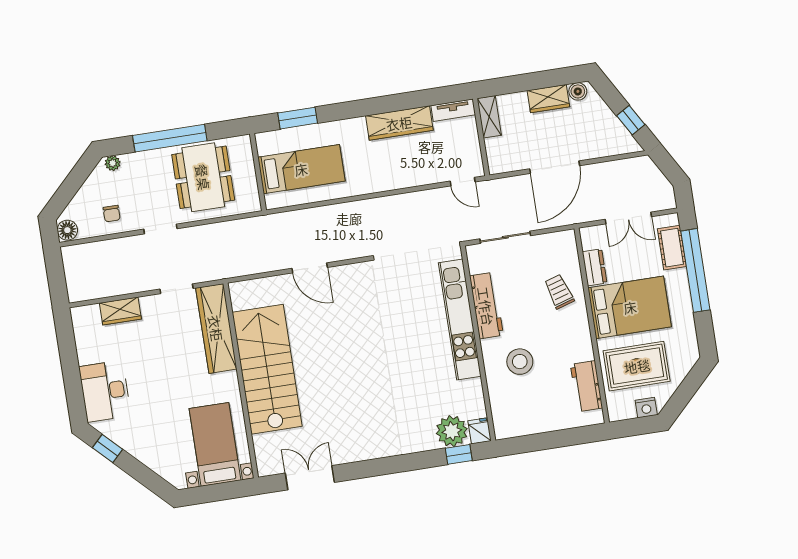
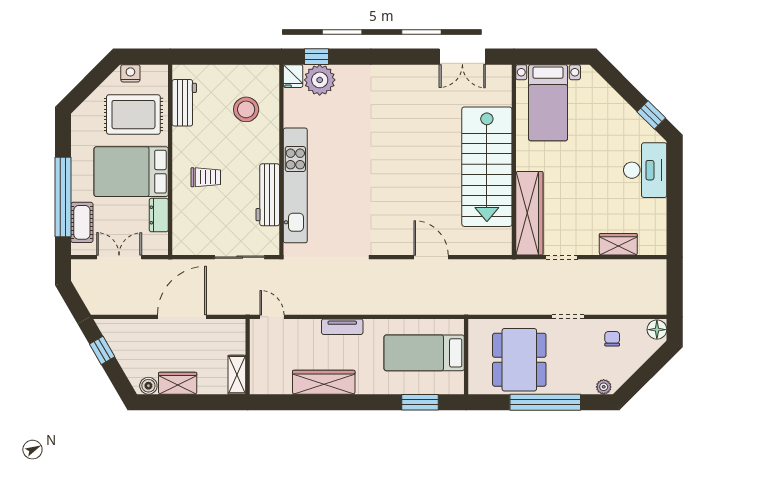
tv unit: (453, 110) -> (342, 327), moved, turned 180
trolley: (559, 292) -> (206, 177), moved, turned -73
stool: (520, 362) -> (246, 109), moved

